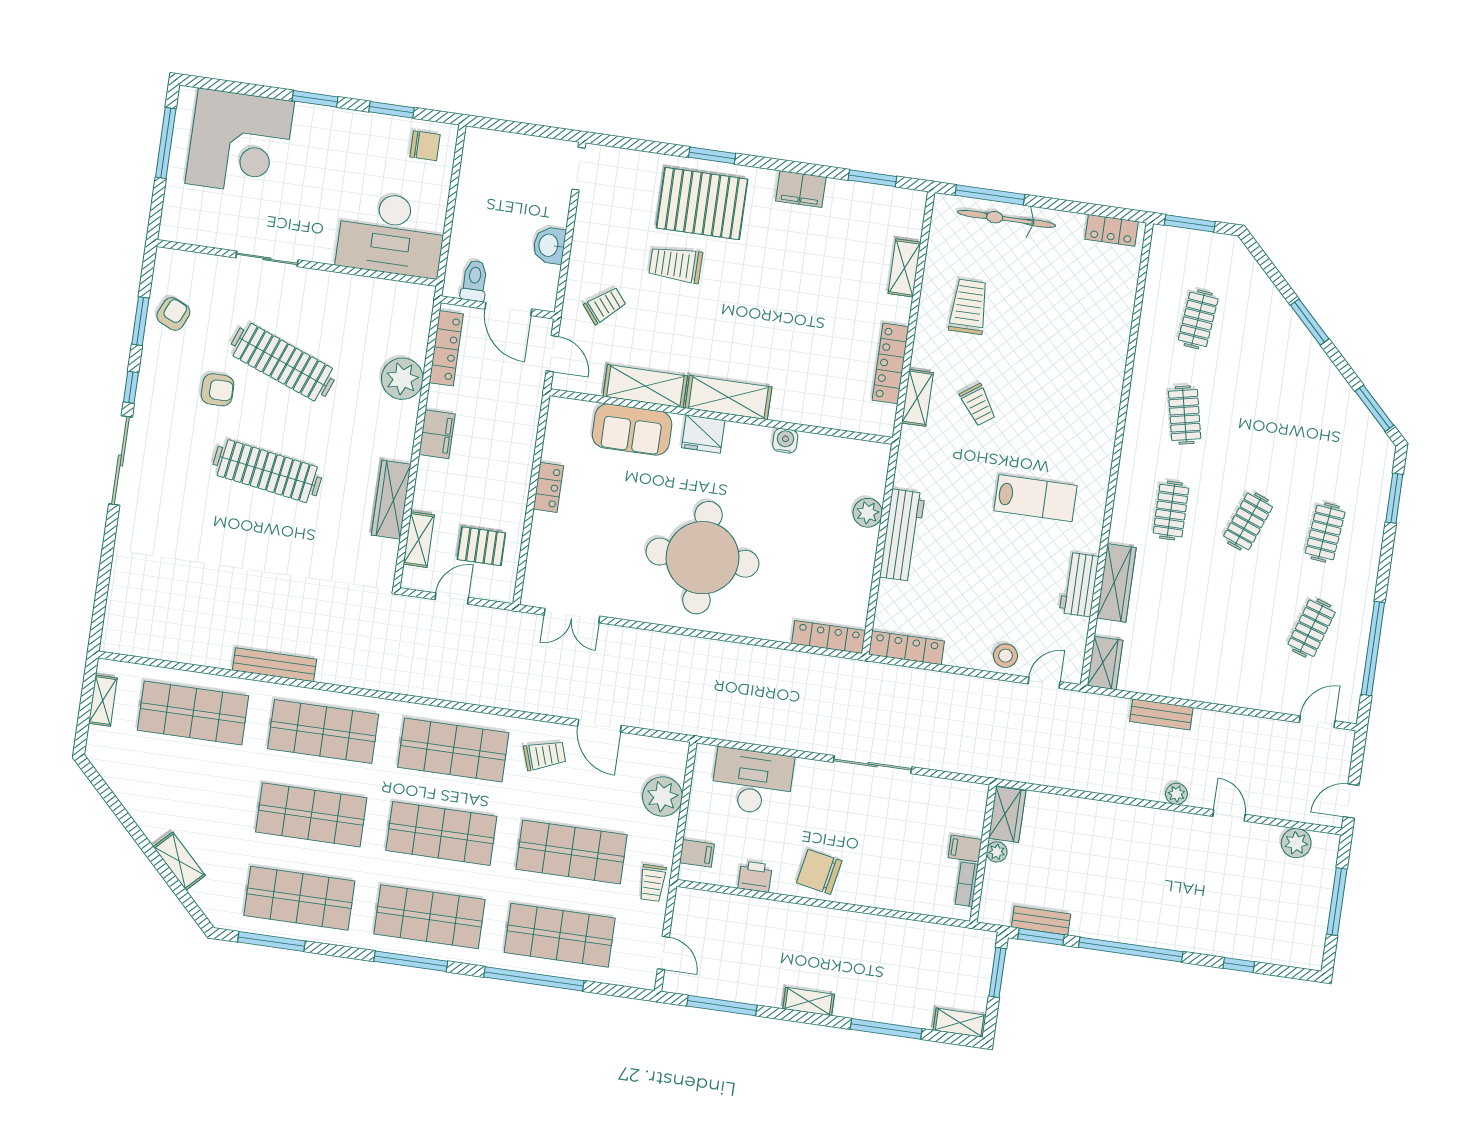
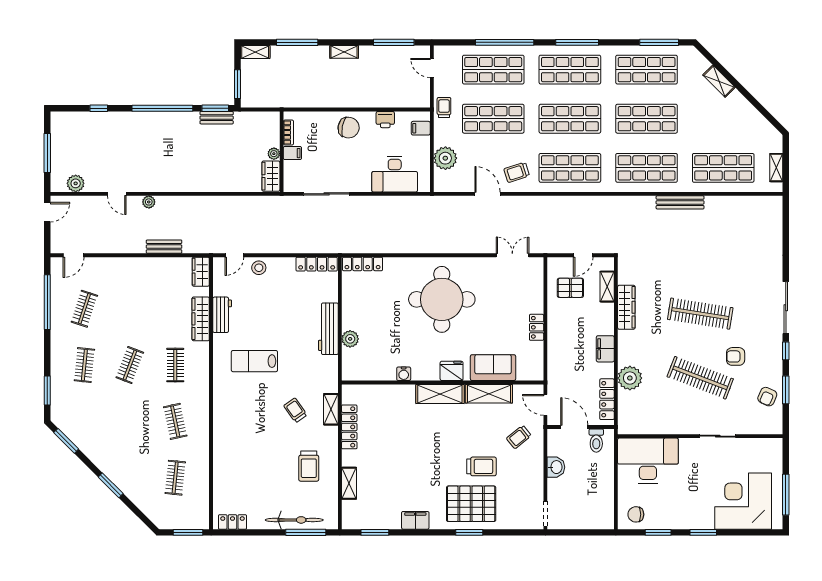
wardrobe: (1007, 814) -> (271, 176), moved
filing cabinet: (965, 849) -> (292, 153), moved
plant: (997, 852) -> (274, 154), moved
wall: (983, 853) -> (282, 152), moved
bookcase: (967, 884) -> (288, 133), moved

